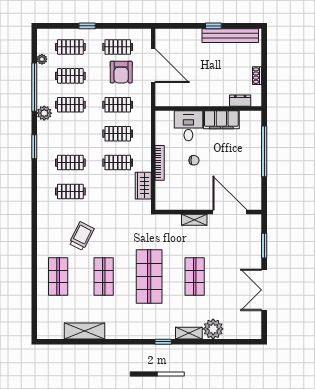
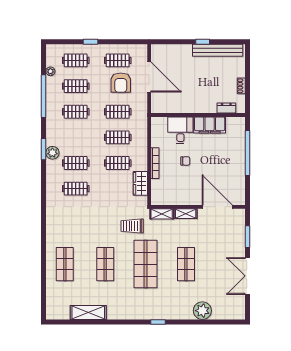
plant: (44, 113) -> (52, 153), moved
trolley: (82, 236) -> (132, 226), moved, turned -117
shelving: (189, 333) -> (162, 214), moved

